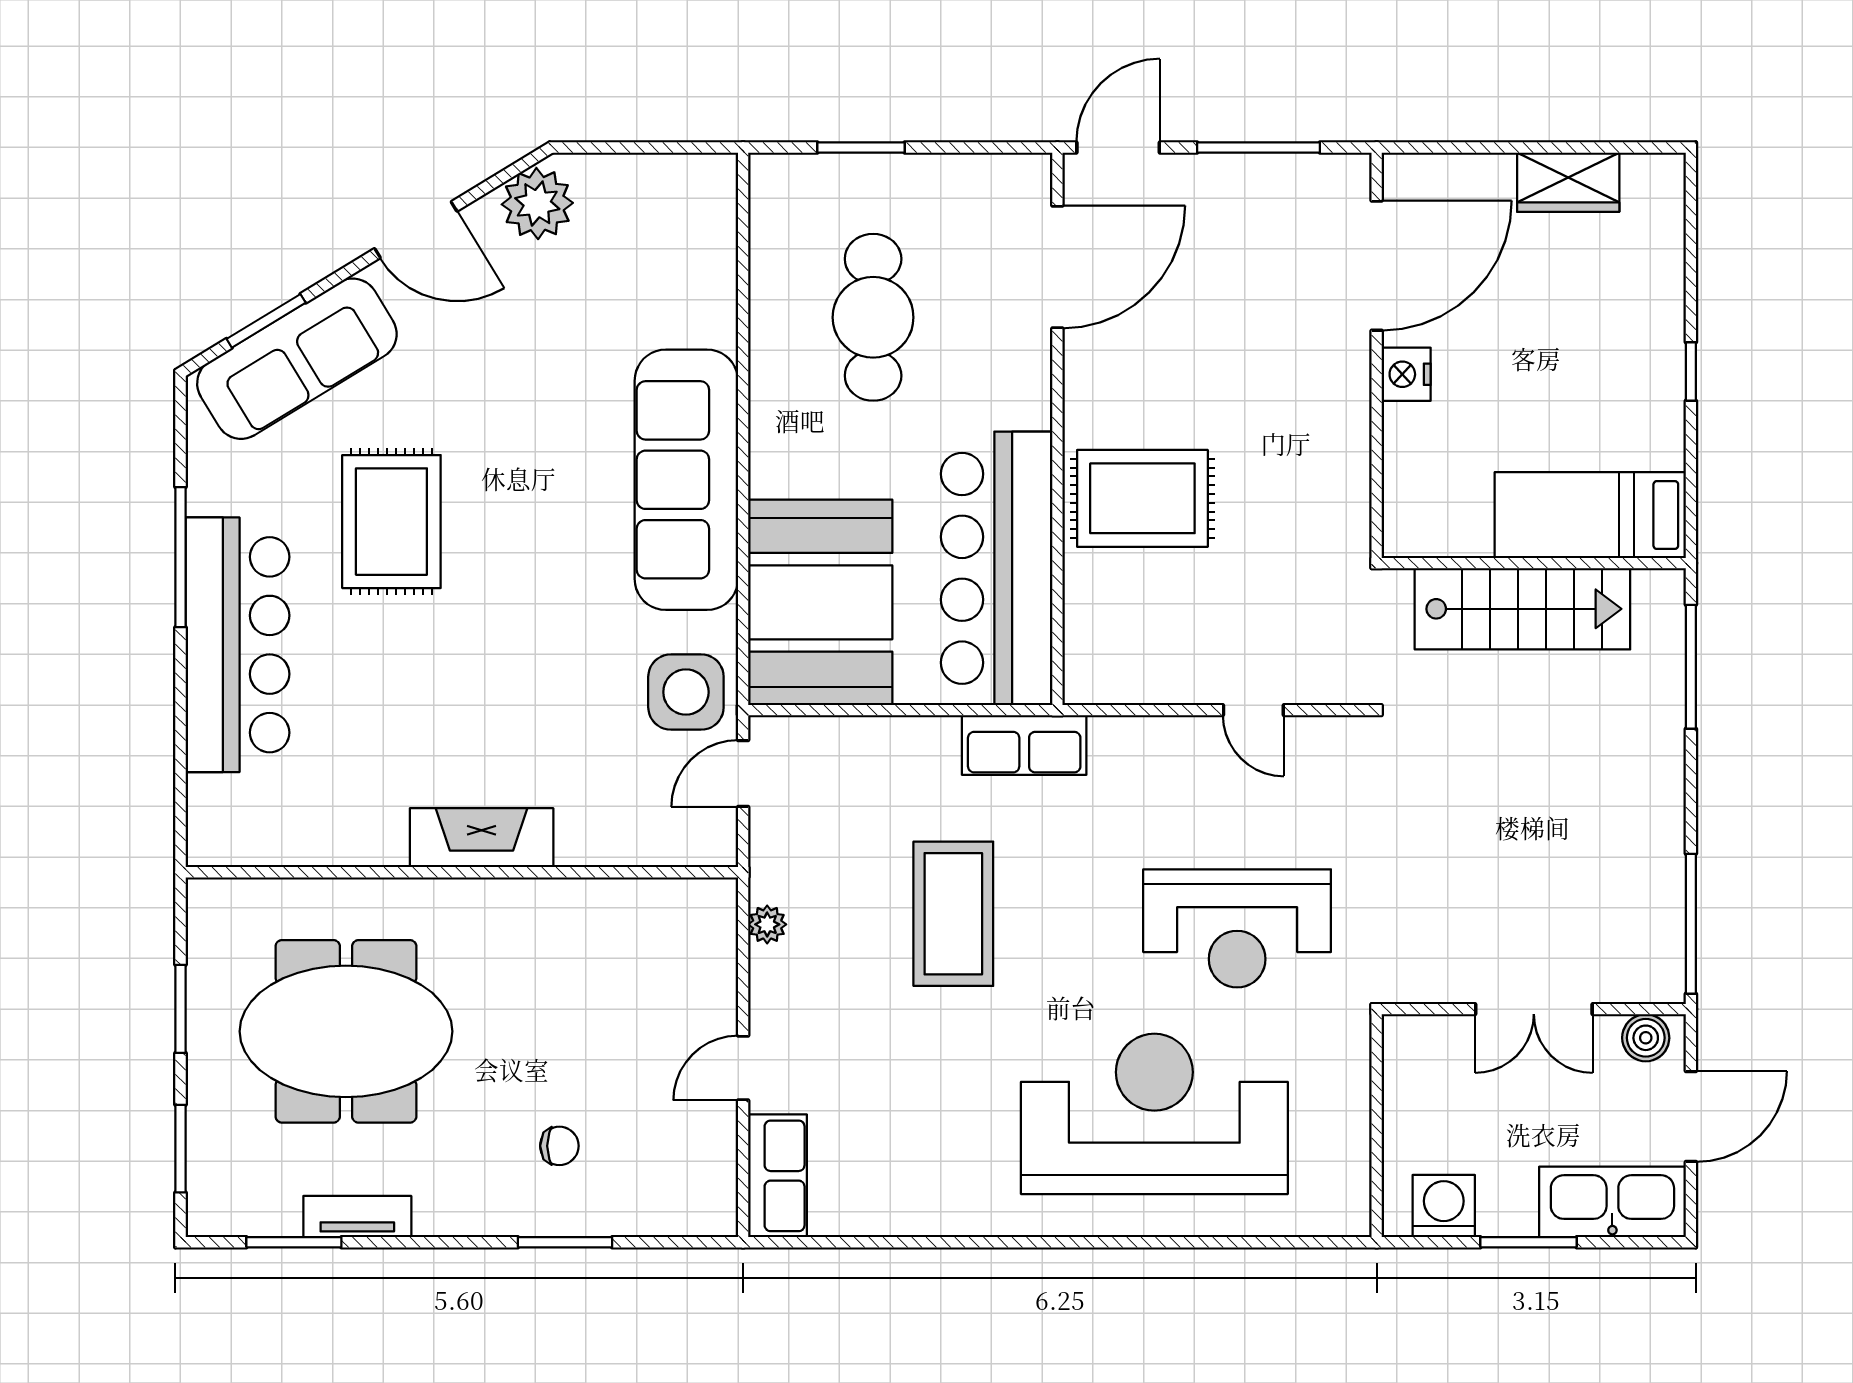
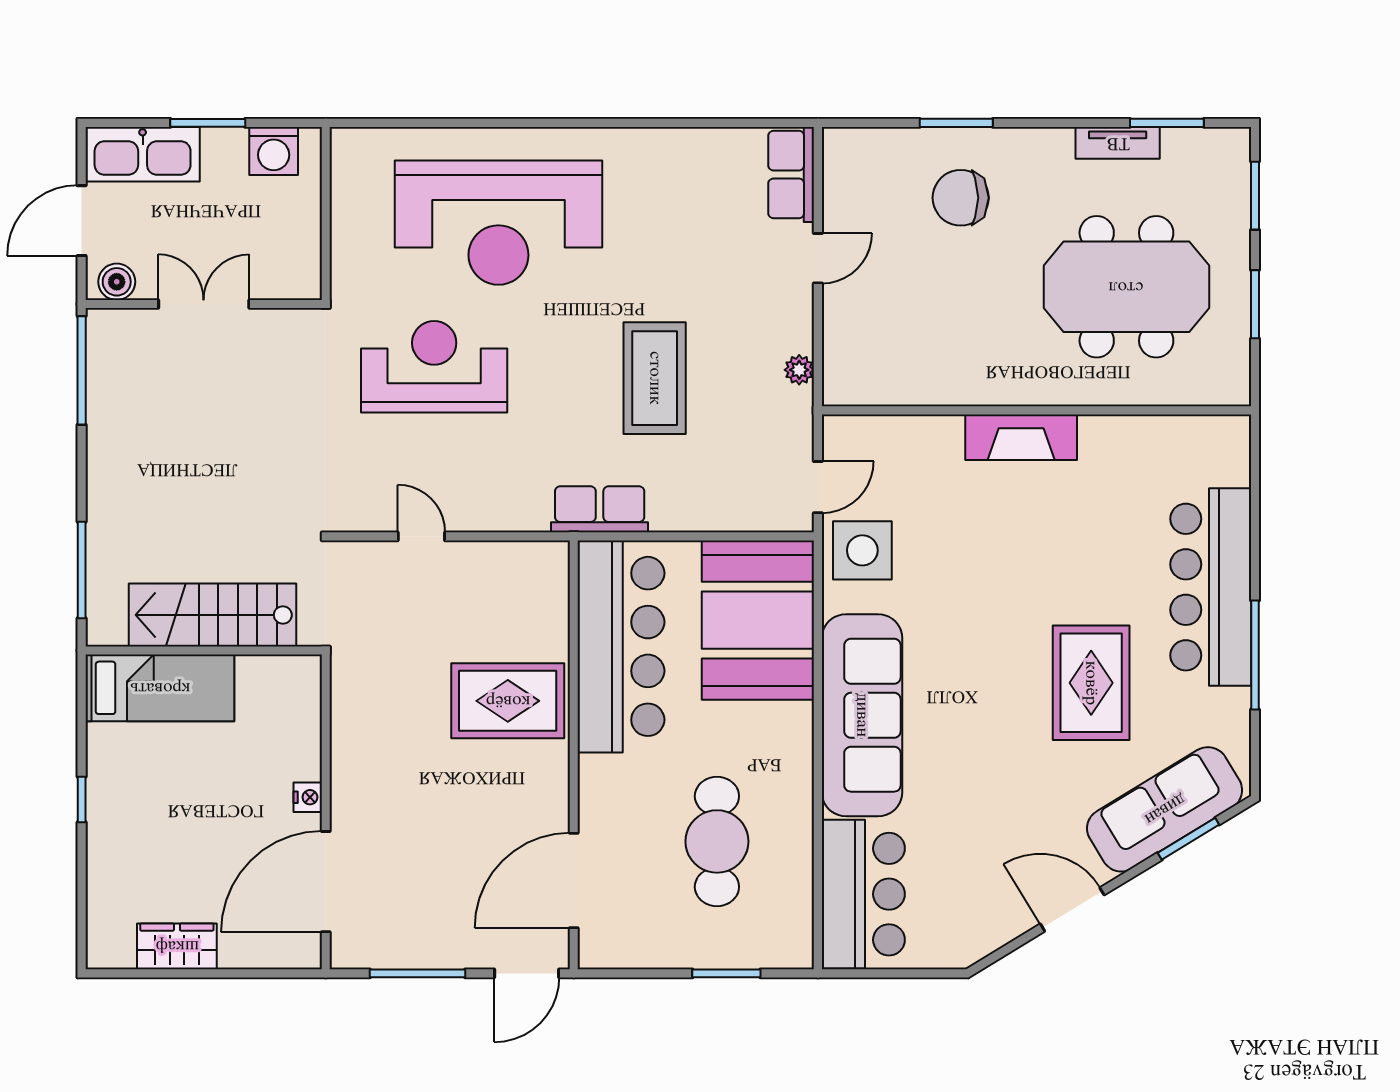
plant: (537, 204) -> (978, 930), removed
bar counter: (685, 250) -> (863, 894), added
nightstand: (1406, 374) -> (308, 797), width x0.72, depth x0.74
chair: (559, 1146) -> (961, 198), width x1.87, depth x1.87

